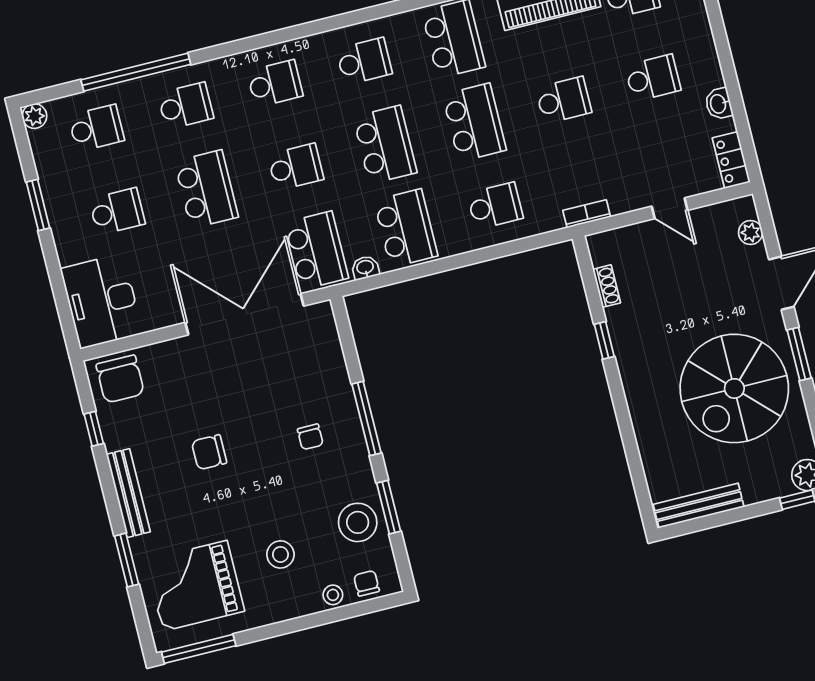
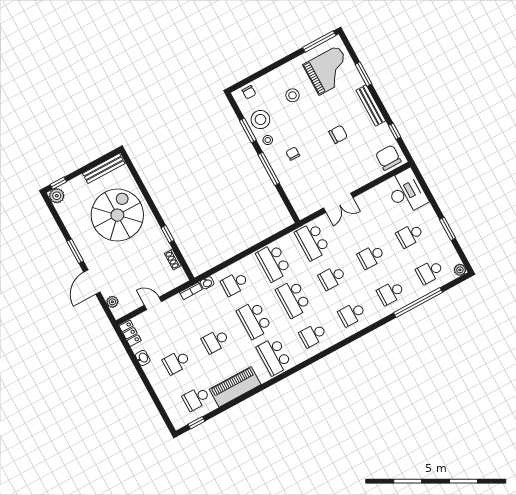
school desk: (206, 189) -> (371, 256), width x0.54
washbasin: (365, 268) -> (207, 283), moved
double door: (244, 314) -> (338, 203), width x0.54
spiral stairs: (734, 388) -> (117, 215), moved
stool: (333, 595) -> (268, 140), moved

